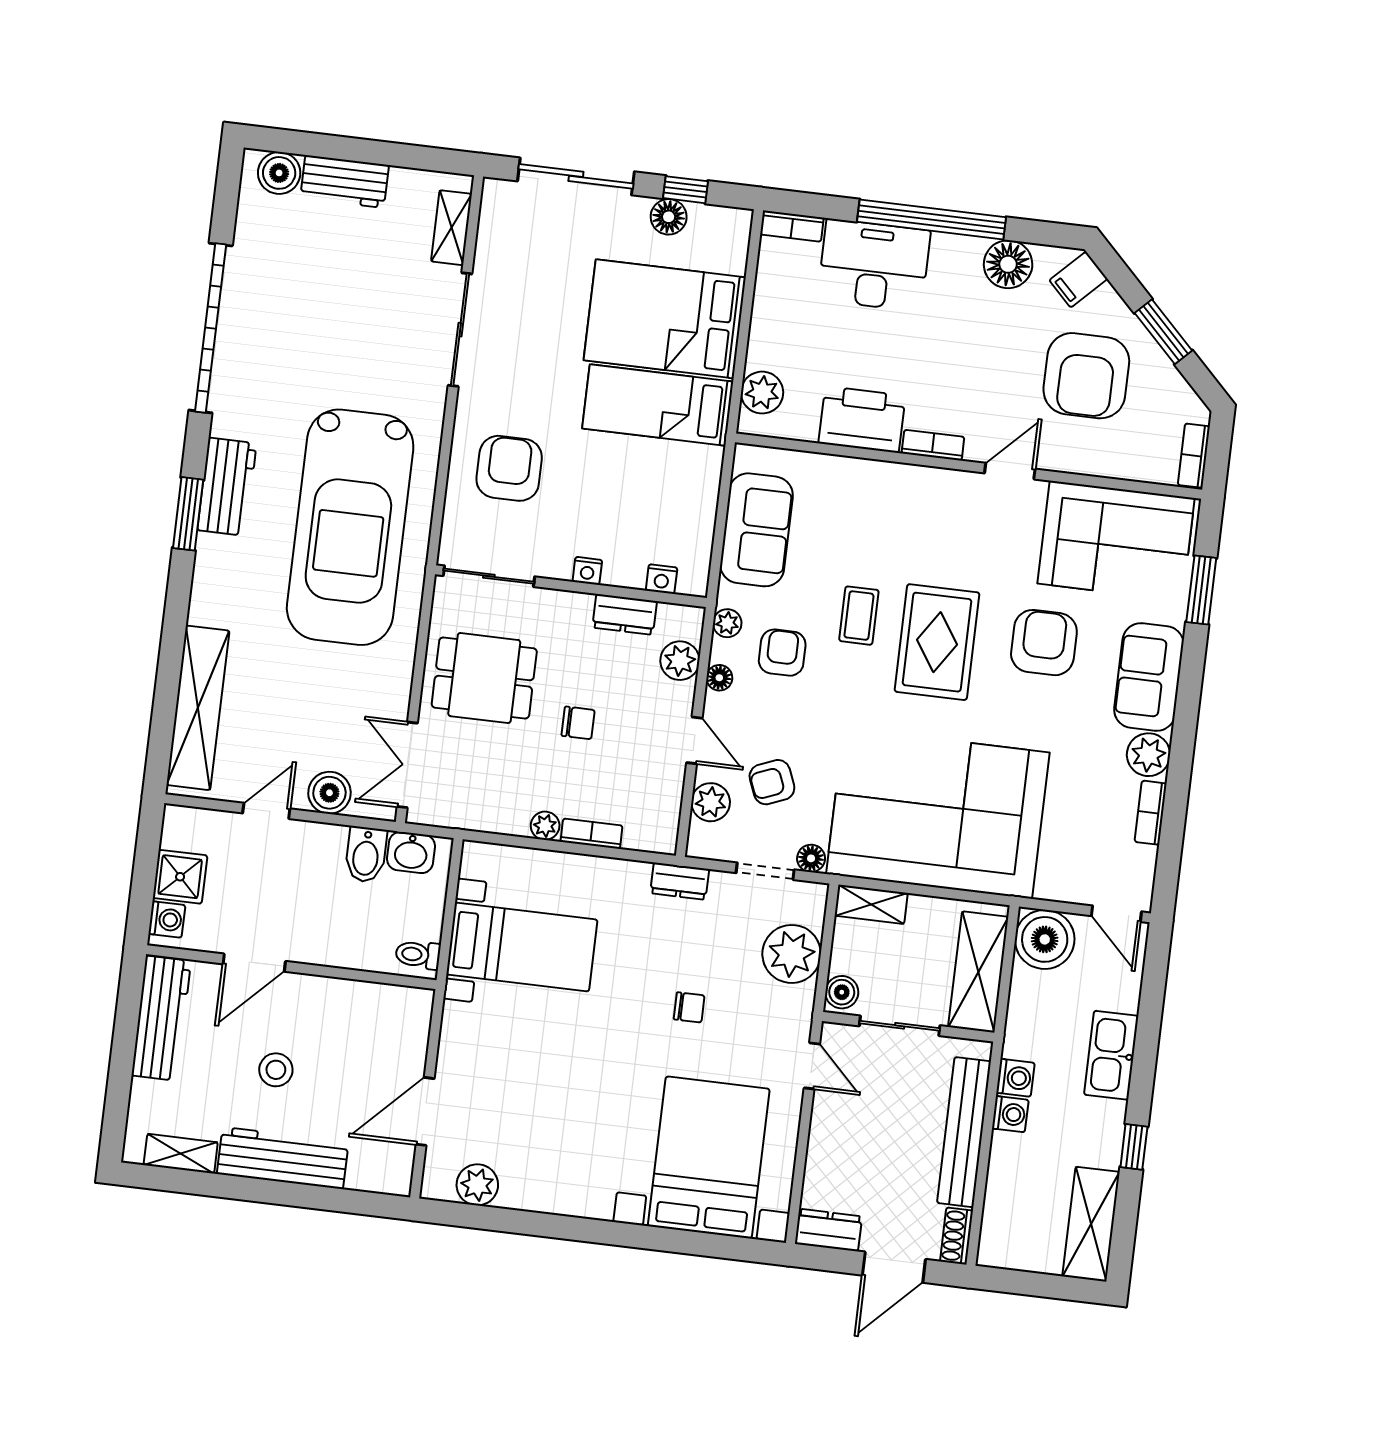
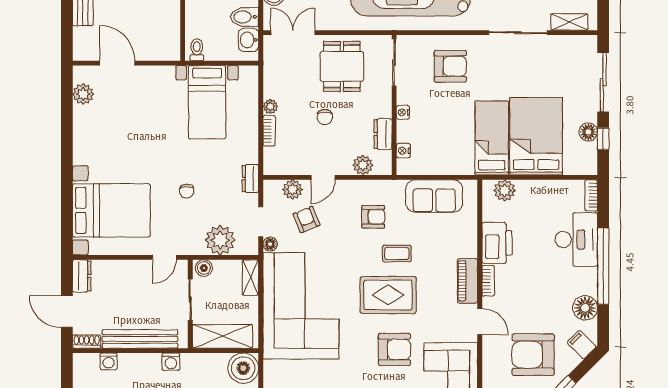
piano: (928, 485) -> (467, 281), added
plant: (727, 623) -> (385, 187), removed
floor lamp: (719, 678) -> (357, 186), removed
washing machine: (1010, 1114) -> (109, 361), moved

